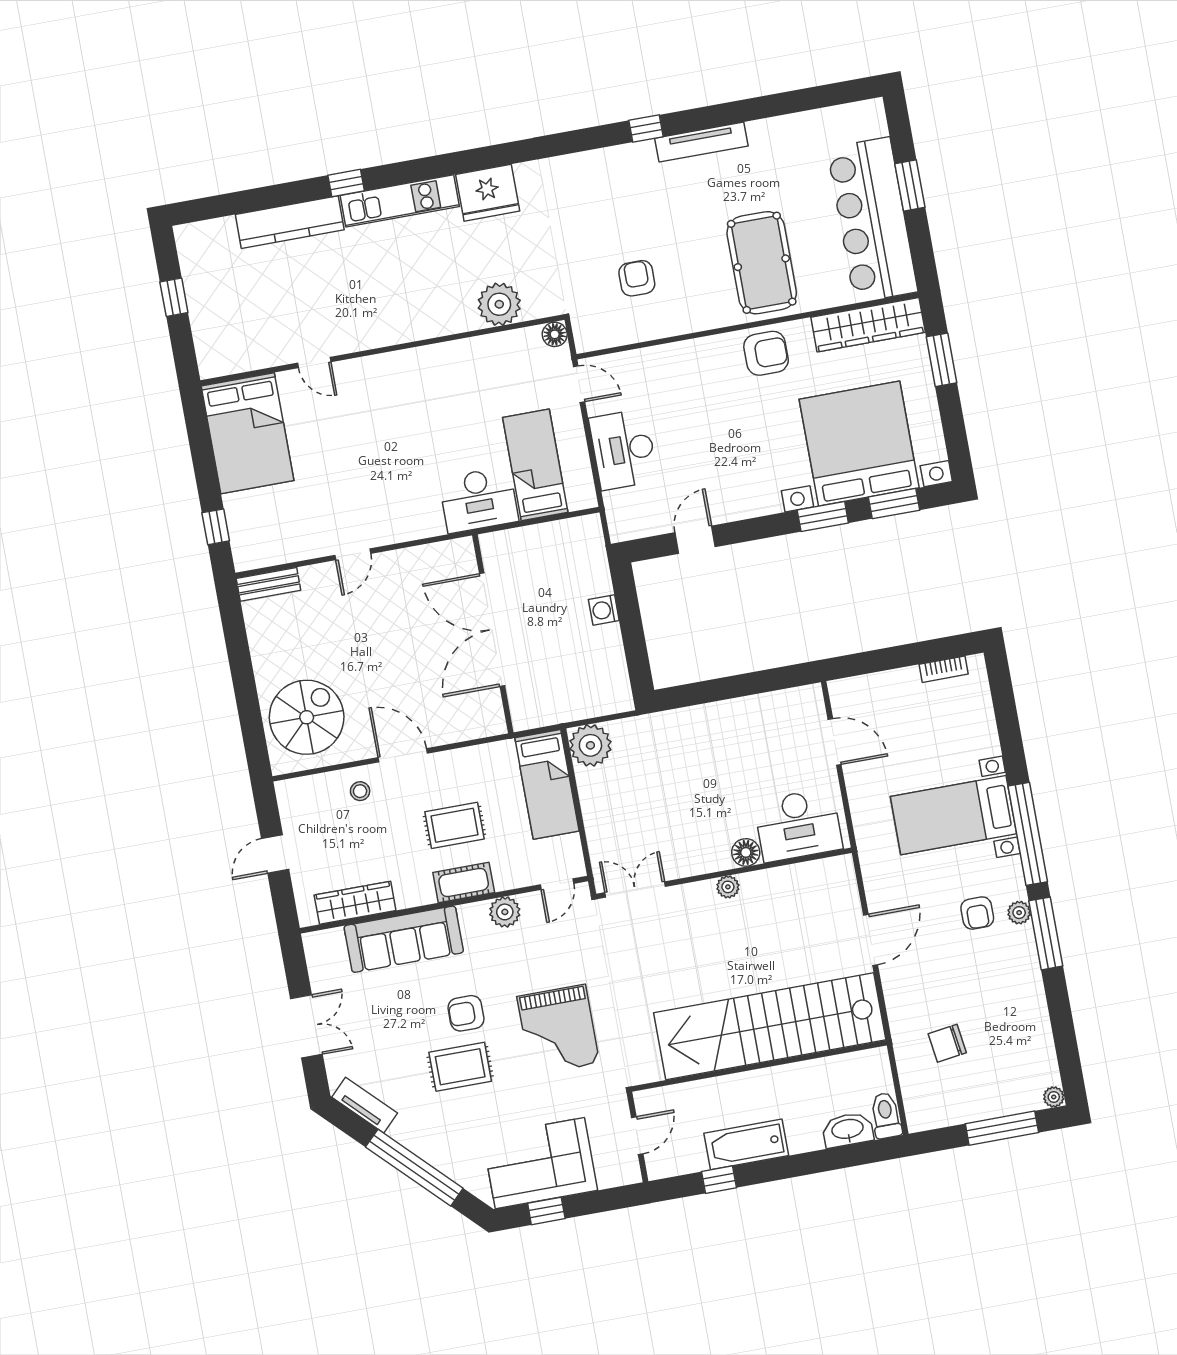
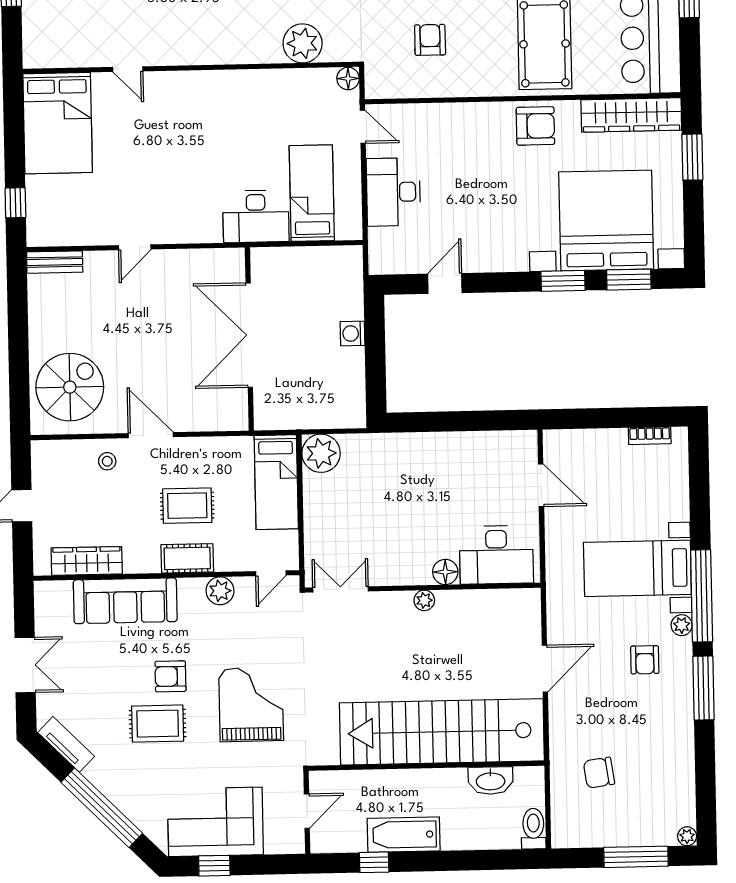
plant: (1019, 913) -> (682, 625), moved
grand piano: (558, 1030) -> (251, 704), turned 180
washbasin: (848, 1130) -> (491, 781), moved, turned 180

